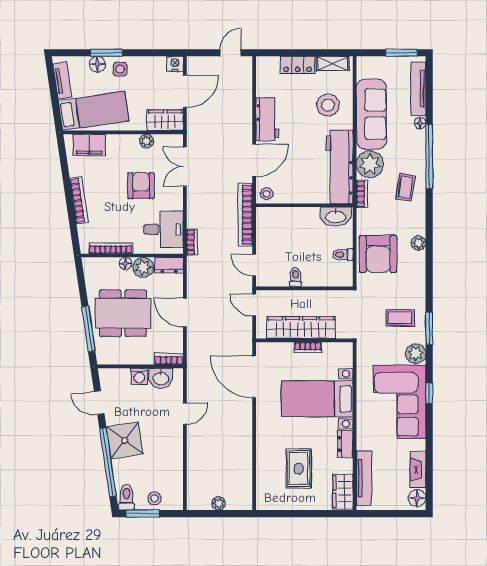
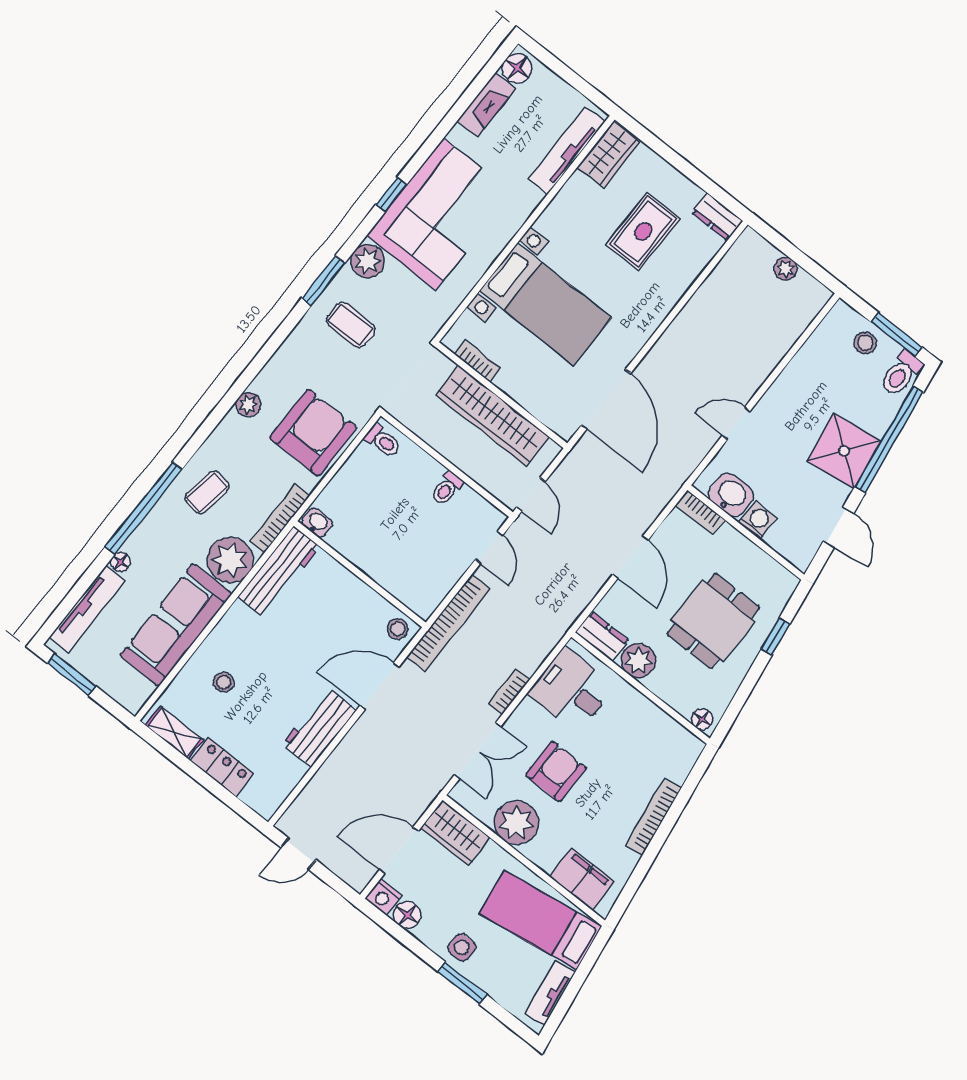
floor lamp: (97, 64) -> (407, 915), moved
stool: (328, 105) -> (224, 682), width x0.53, depth x0.53
plant: (147, 141) -> (516, 823), width x1.87, depth x1.87
workbench: (340, 167) -> (279, 572), width x0.73, depth x0.76
armchair: (141, 186) -> (556, 771), turned 180
bookcase: (362, 194) -> (280, 519), width x1.56
washbasin: (336, 216) -> (317, 523), width x0.52, depth x0.69
bookcase: (192, 242) -> (509, 692), moved
bookcase: (111, 248) -> (662, 720), removed
toilet: (343, 255) -> (383, 441), moved
floor lamp: (125, 263) -> (702, 719), moved
dining table: (123, 313) -> (713, 621), width x0.73
window: (88, 329) -> (776, 637), width x0.46
bookcase: (308, 348) -> (477, 361), moved
dresser: (345, 444) -> (717, 217), moved, turned 90

